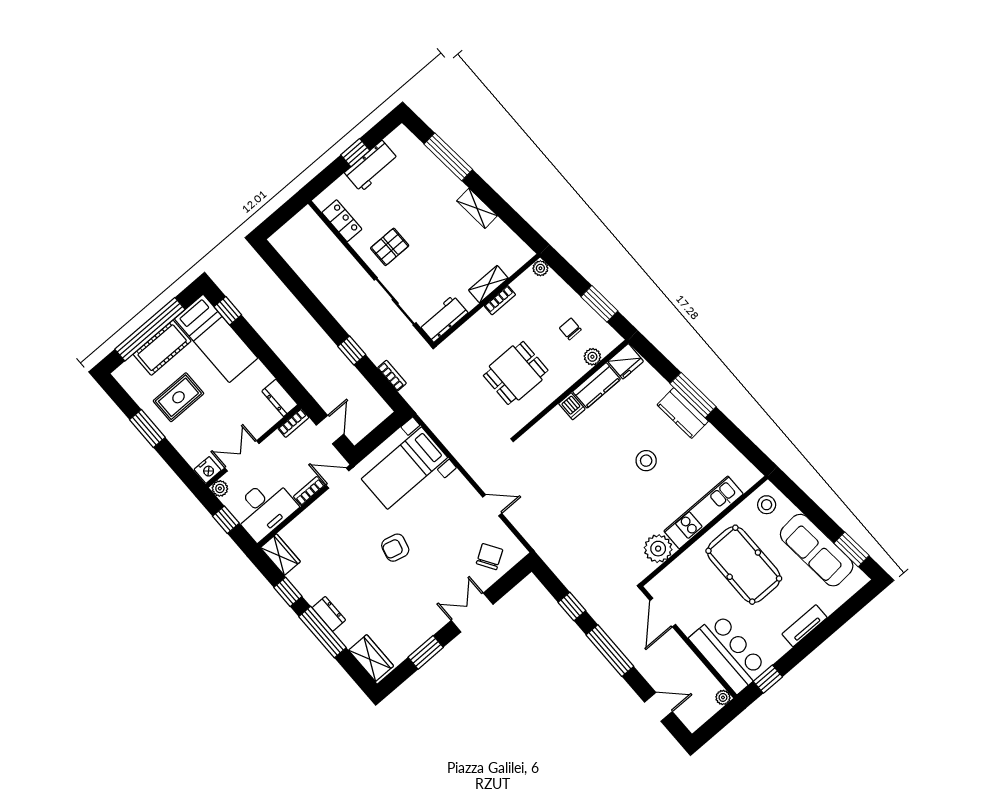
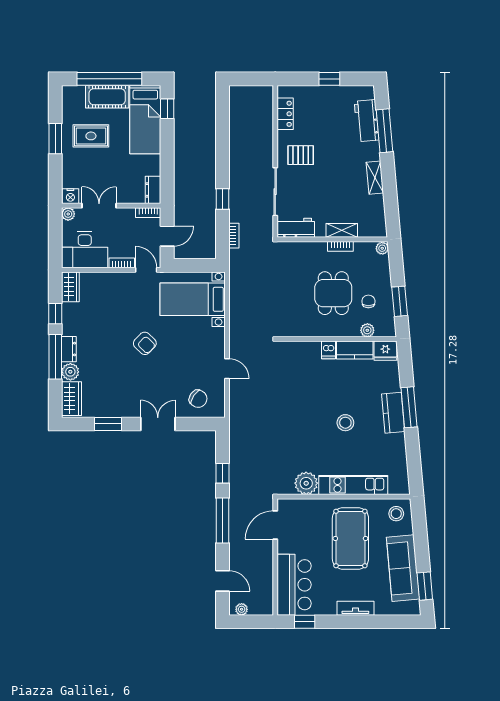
workbench: (372, 166) -> (367, 121), moved, turned 85
dining table: (516, 373) -> (333, 293), moved, turned 90
window: (226, 520) -> (55, 236), removed
armchair: (395, 548) -> (145, 343), turned -150
chair: (490, 557) -> (198, 399), turned 66
plant: (349, 634) -> (70, 372), added
plant: (723, 697) -> (242, 609), moved

